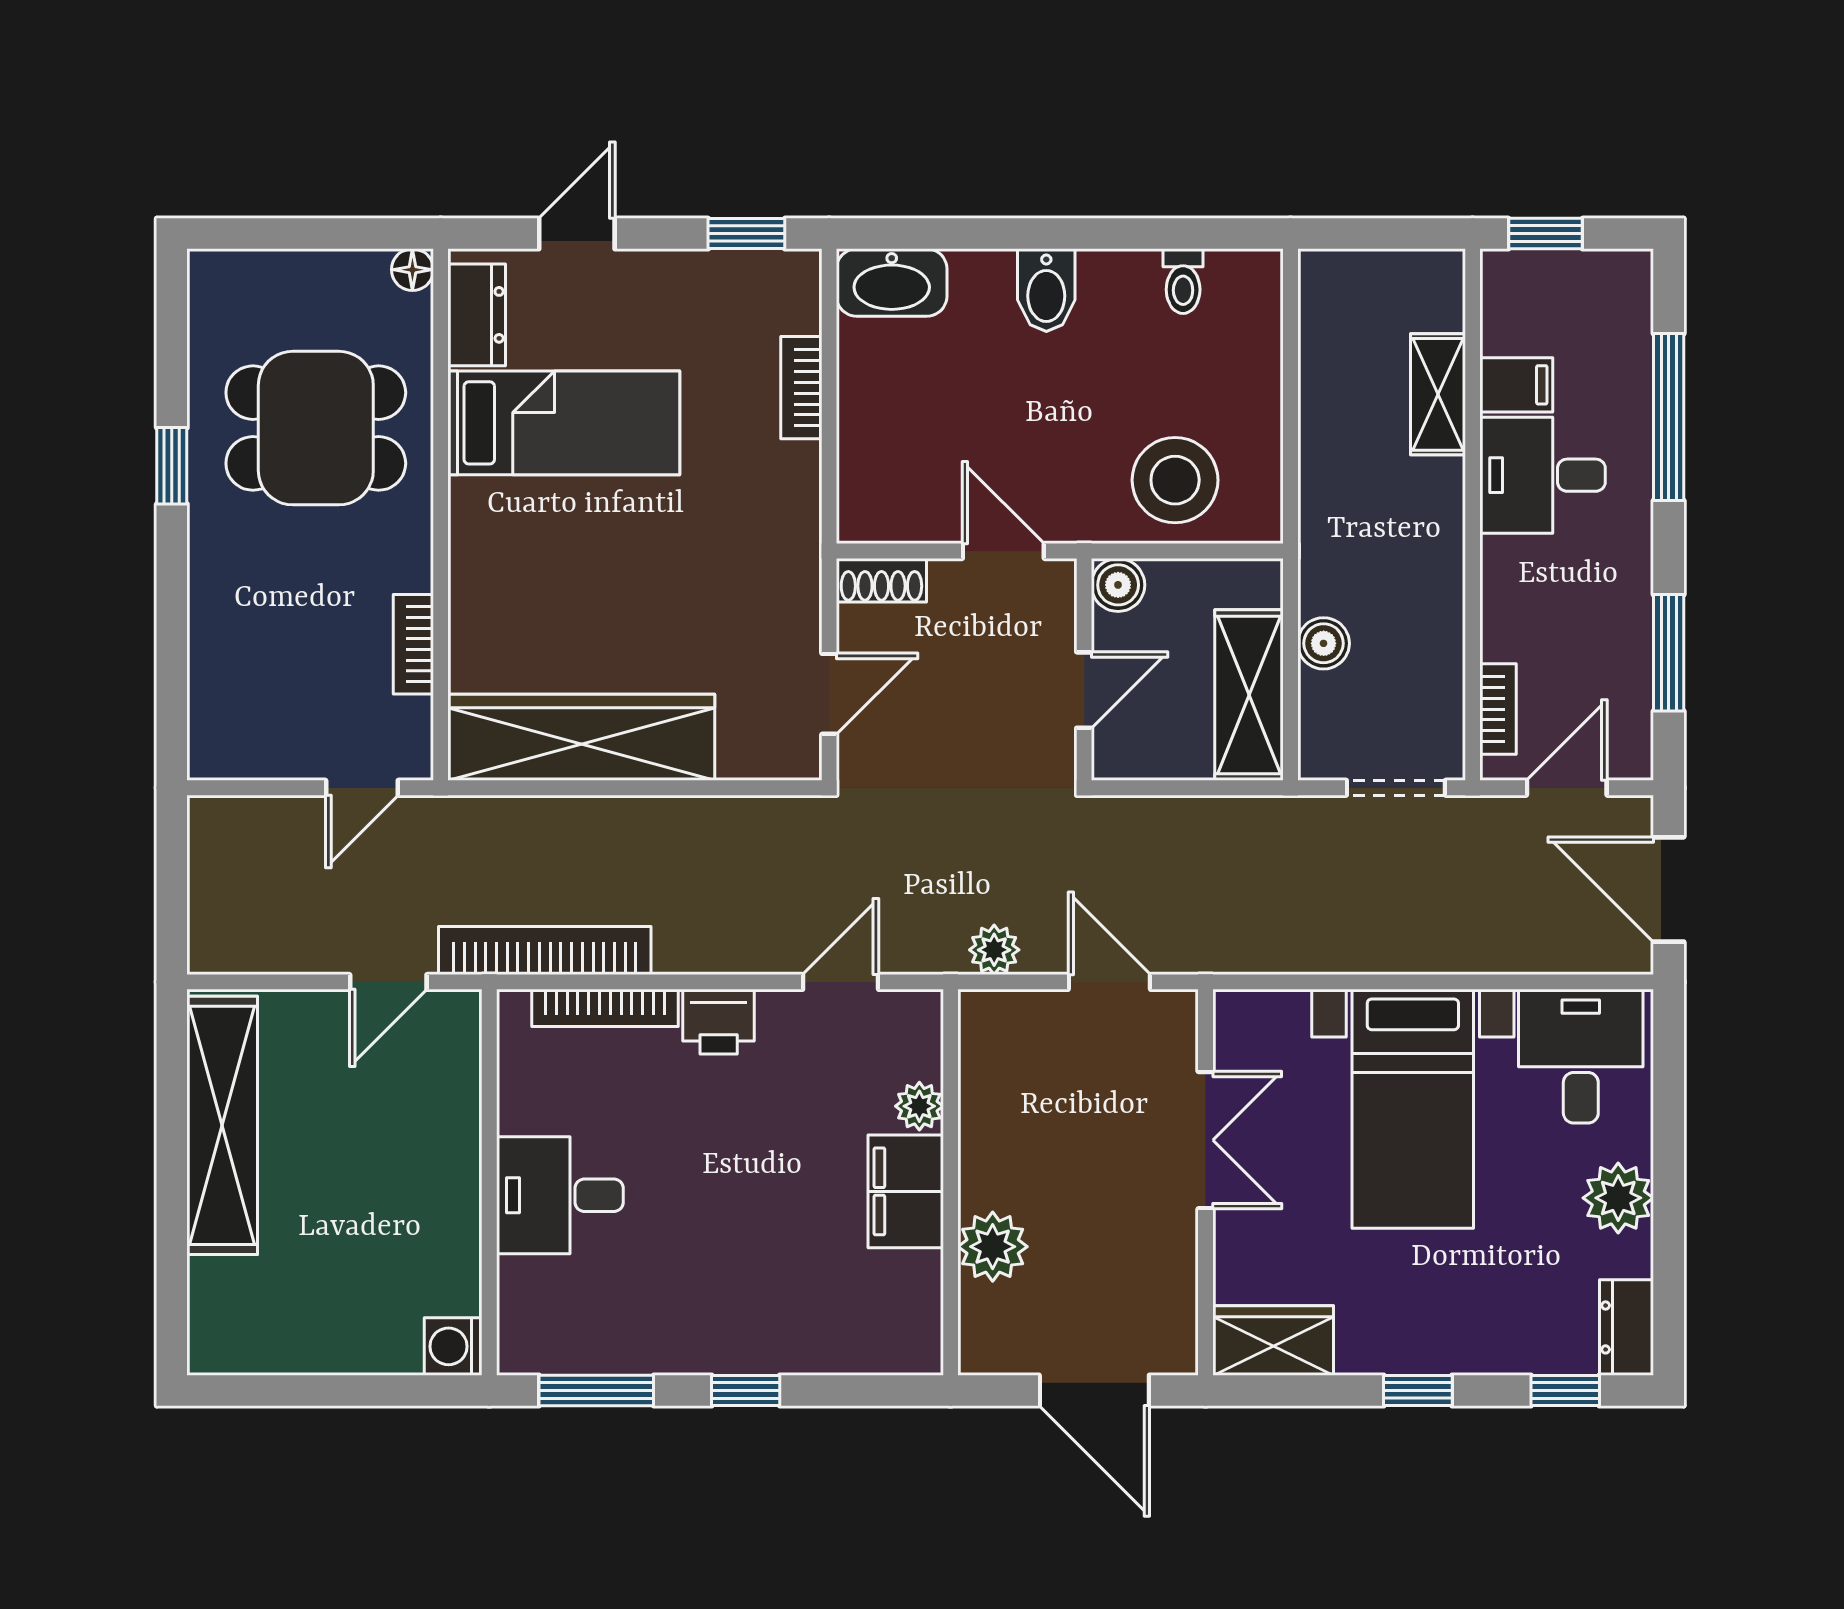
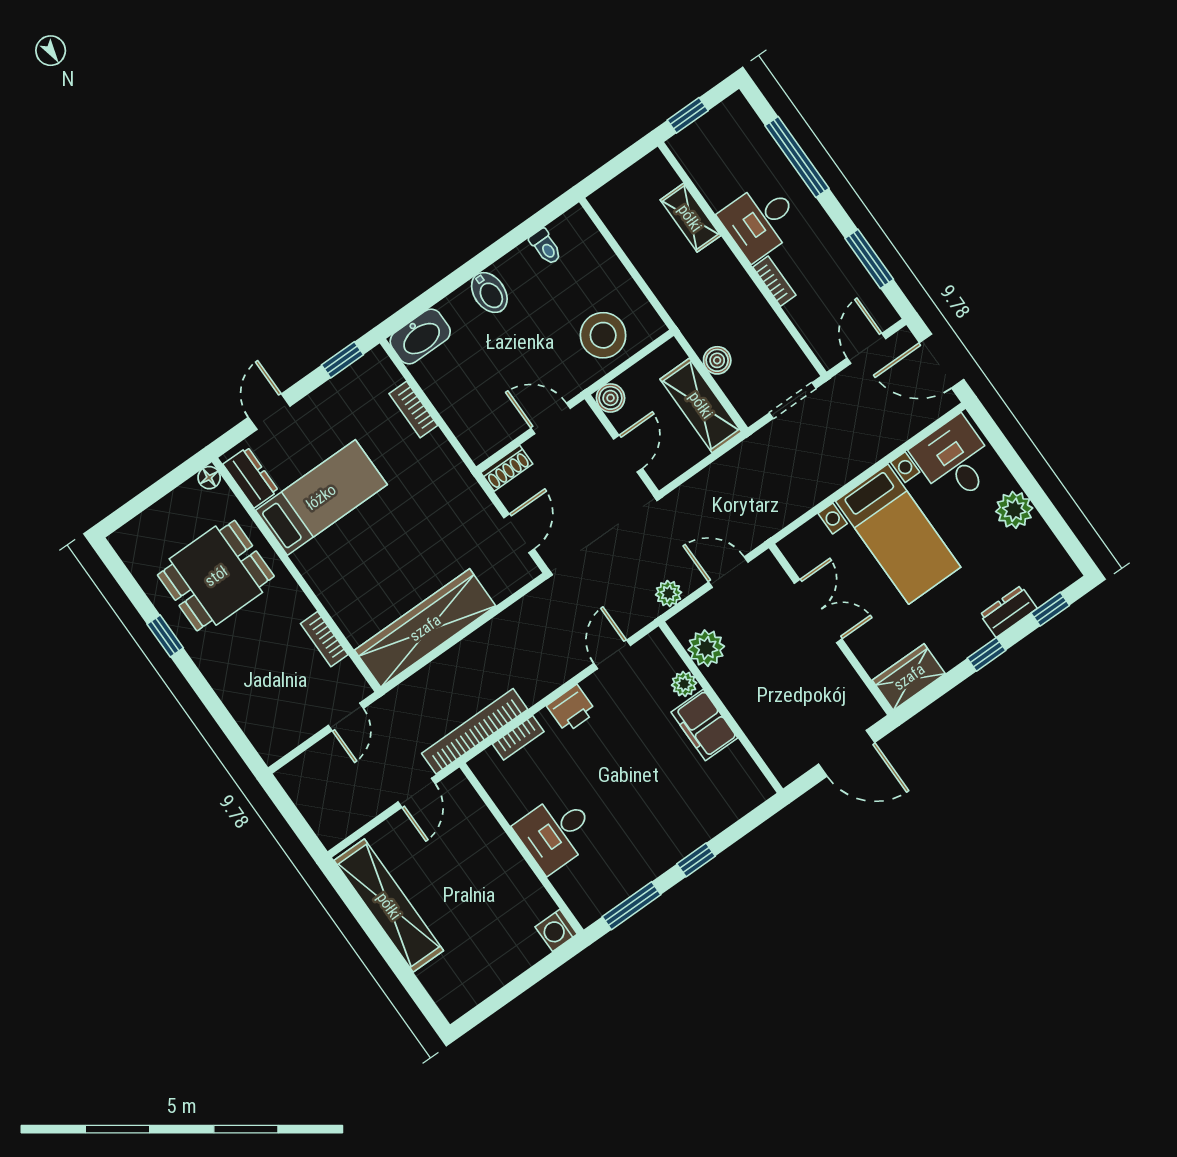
filing cabinet: (1516, 385) -> (721, 190), removed
bookcase: (1498, 709) -> (774, 281), moved
bookcase: (605, 1008) -> (518, 738), width x0.64
plant: (993, 1247) -> (706, 648), moved
dresser: (1627, 1327) -> (1008, 611), moved, turned 90

